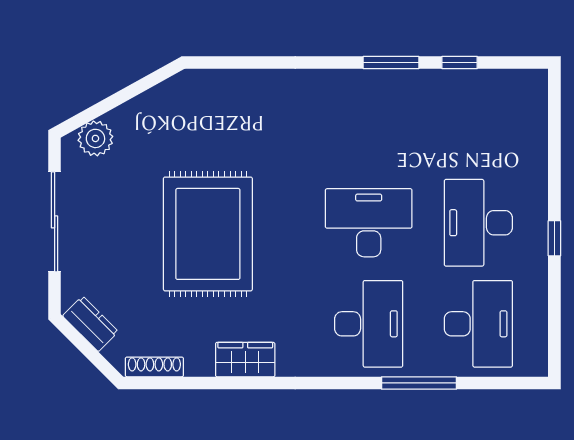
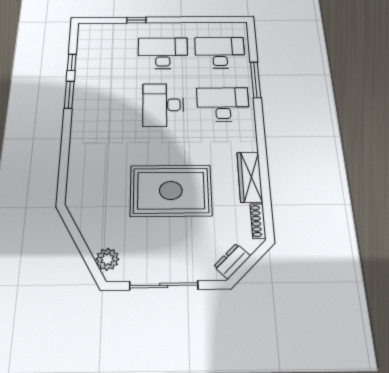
desk: (478, 223) -> (163, 53), turned 180
window: (554, 238) -> (136, 20), moved
wardrobe: (245, 360) -> (250, 177), width x1.50

